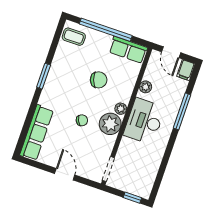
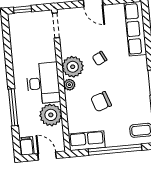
plant: (146, 87) -> (51, 115), width x1.87, depth x1.87

